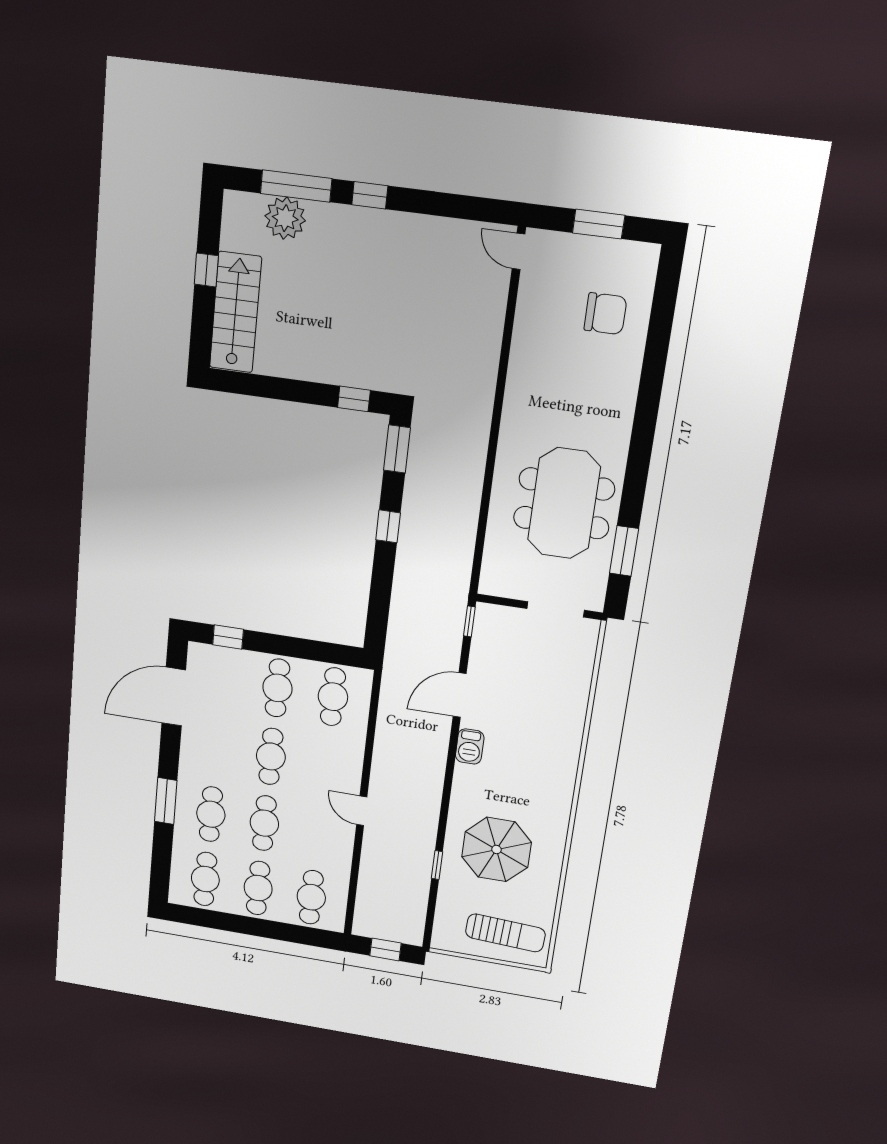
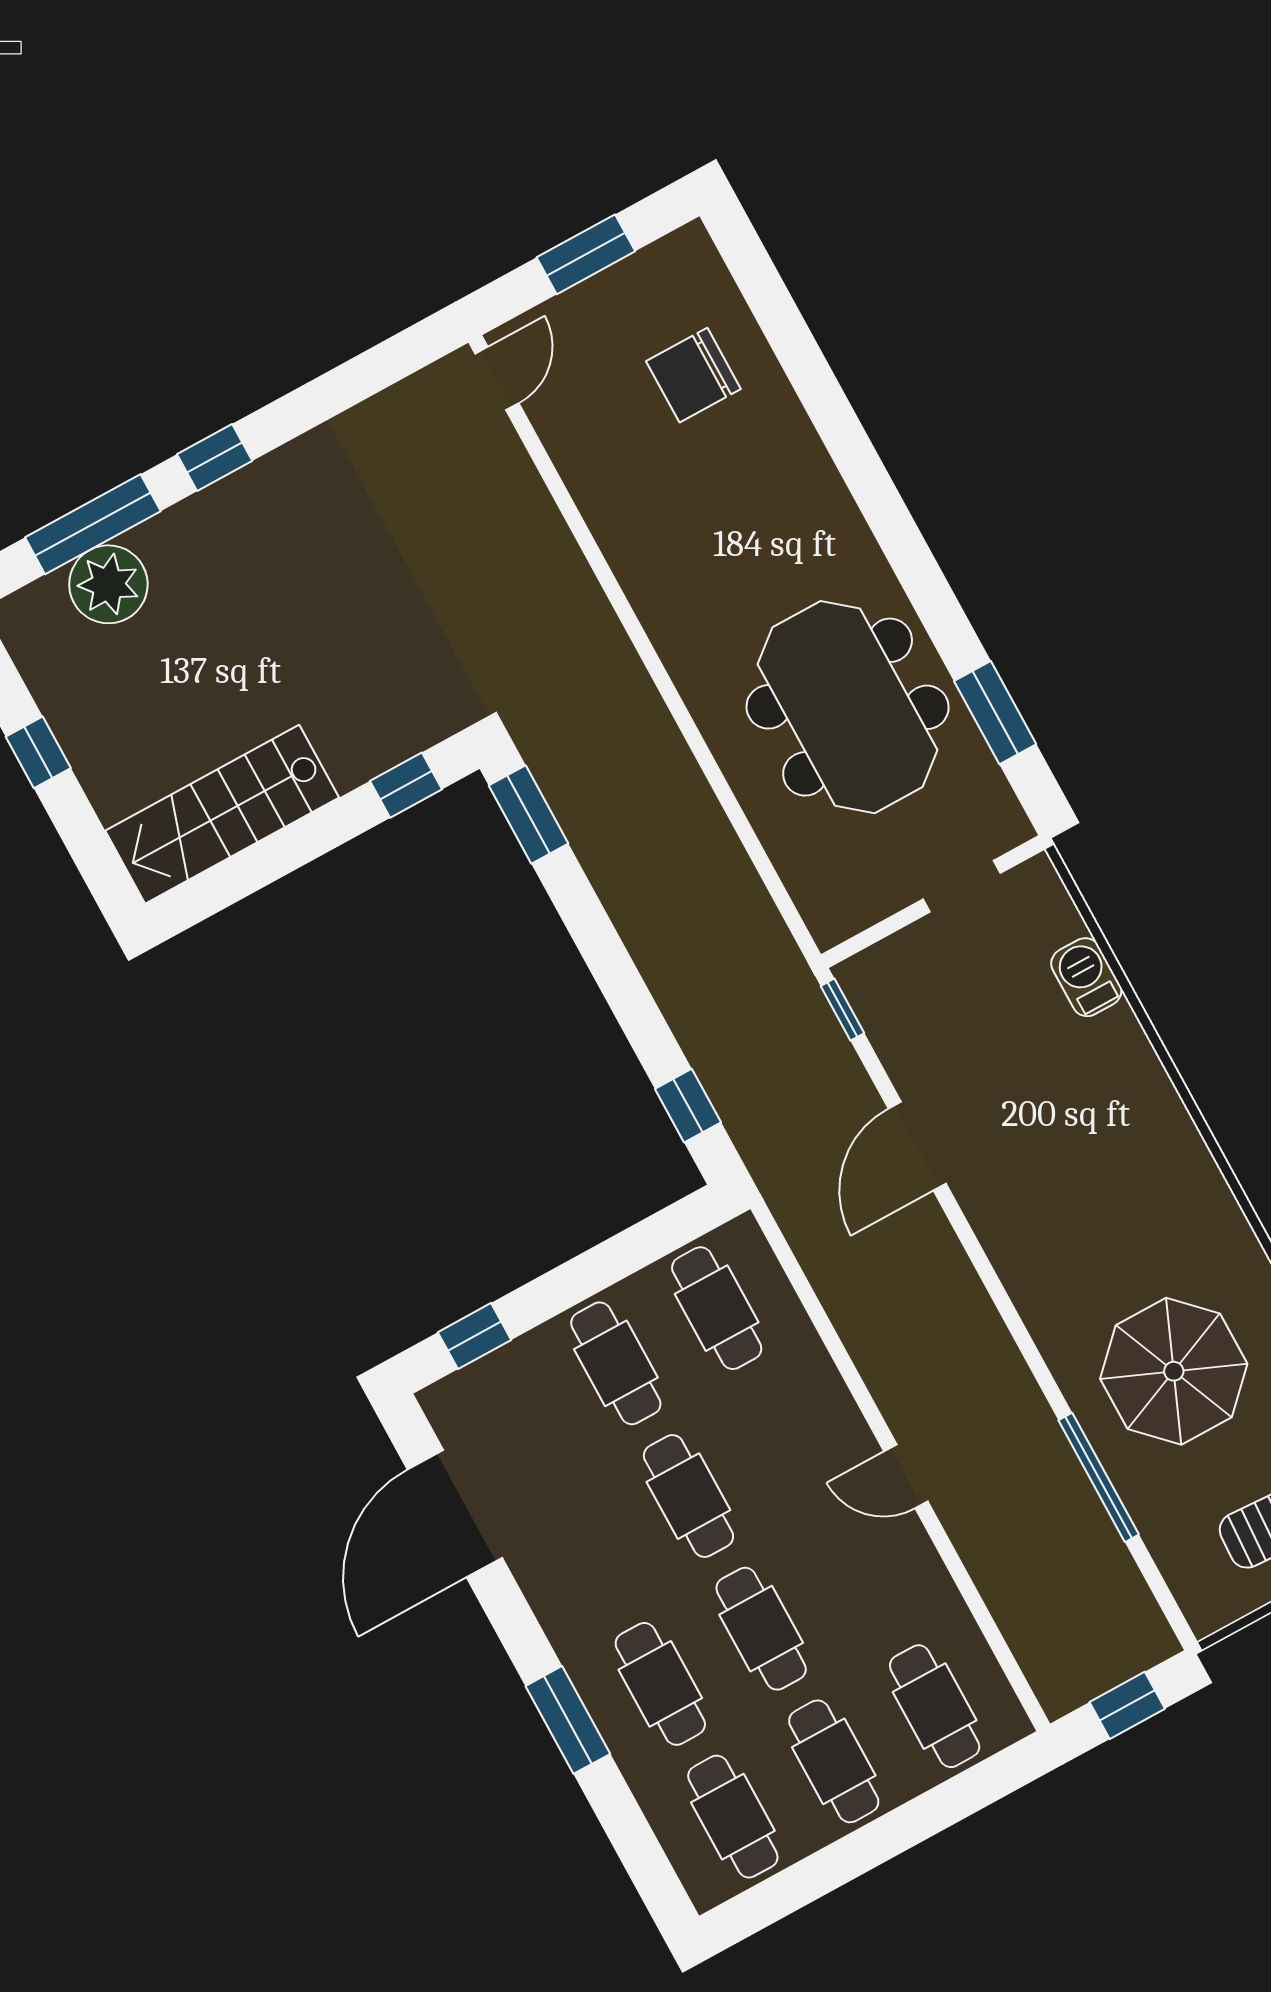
door: (519, 251) -> (497, 378), swing flipped
stairs: (235, 312) -> (222, 814), moved, turned -90
chair: (605, 314) -> (693, 375), turned 180
window: (388, 526) -> (688, 1106), moved
doorway: (556, 609) -> (962, 886), width x0.73
barbecue: (470, 746) -> (1086, 977), moved, turned 180
window: (437, 865) -> (1099, 1477), width x2.17

